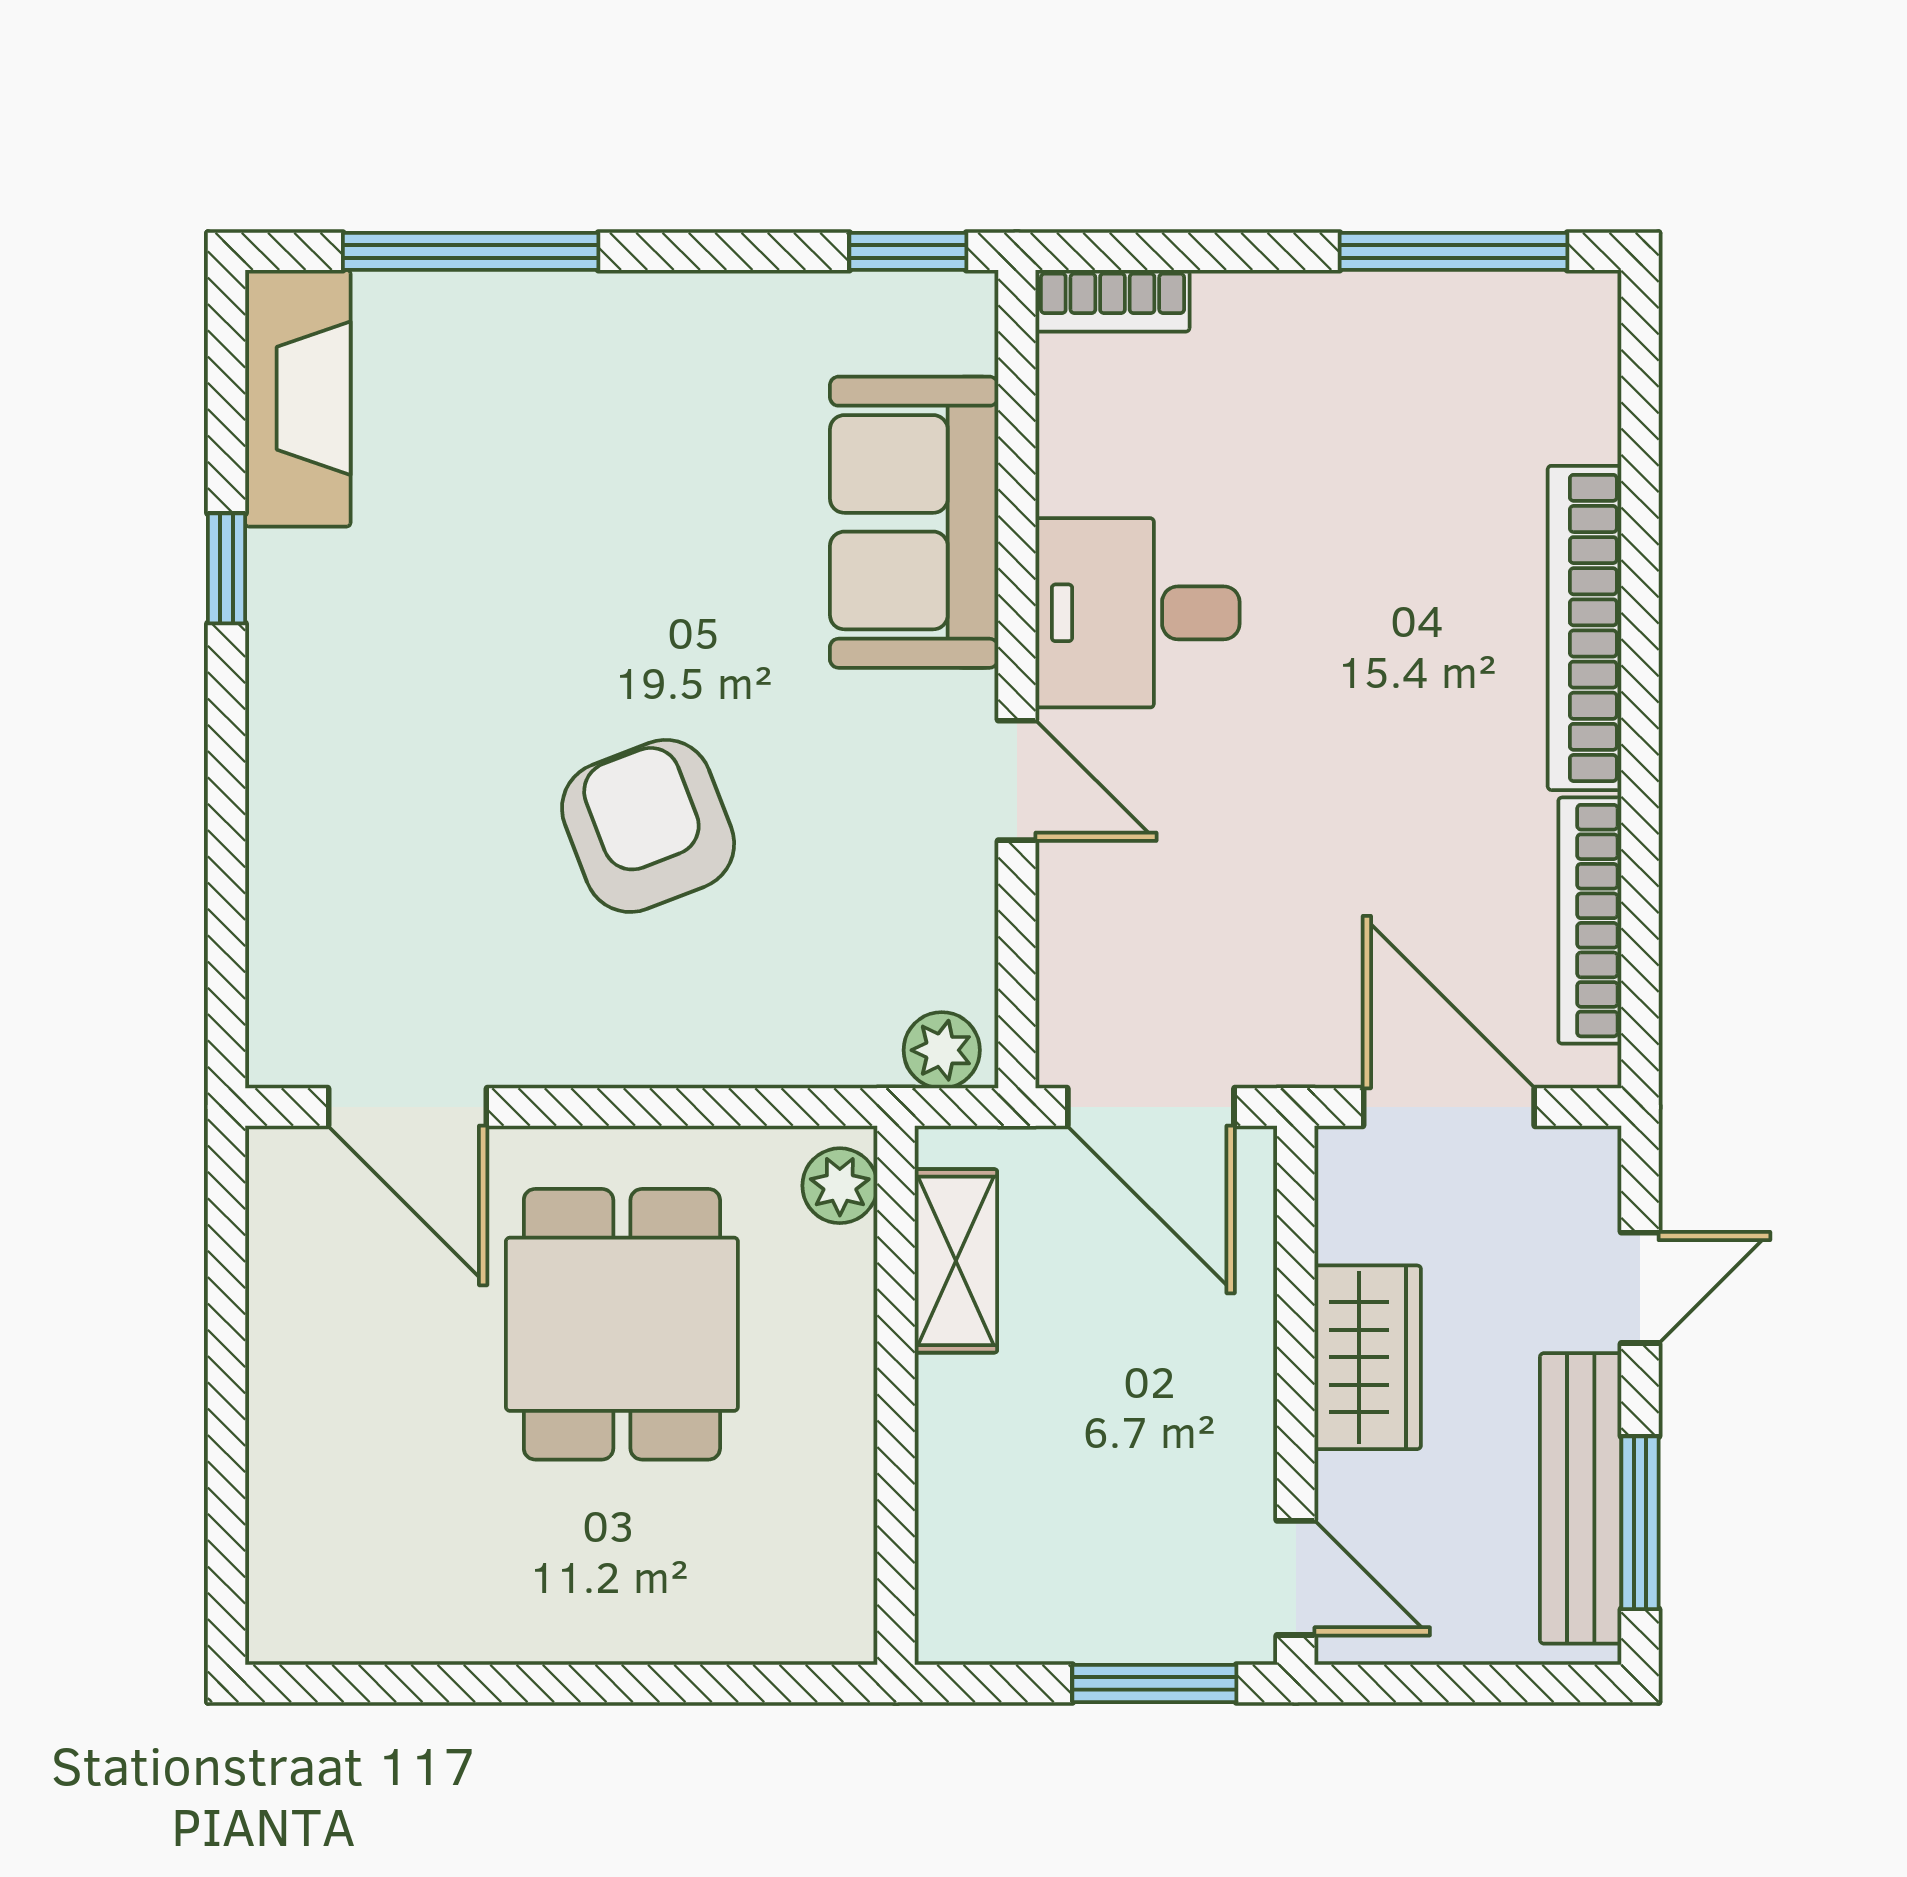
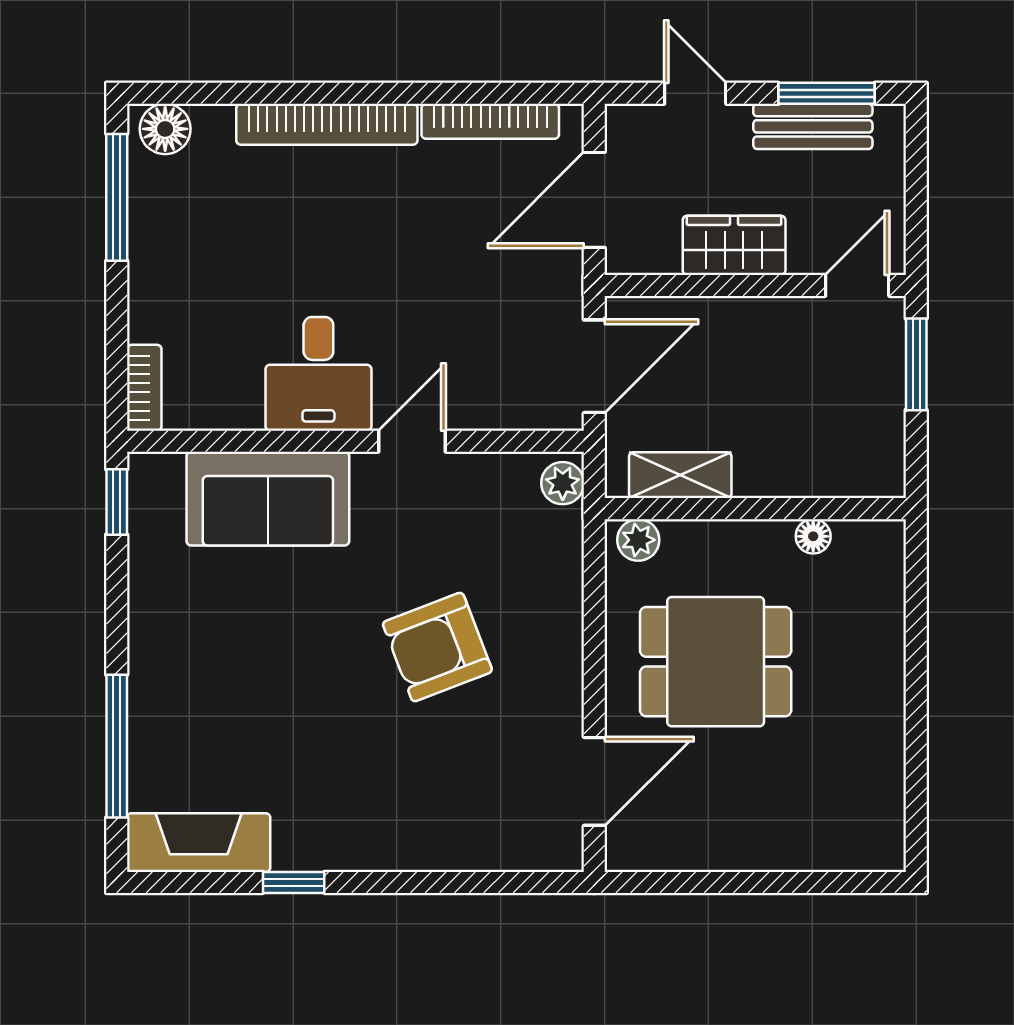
floor lamp: (1576, 338) -> (165, 129), added
bench: (1581, 1498) -> (813, 126), width x0.73
floor lamp: (846, 1499) -> (813, 536), added

